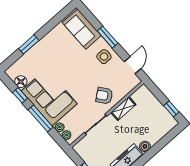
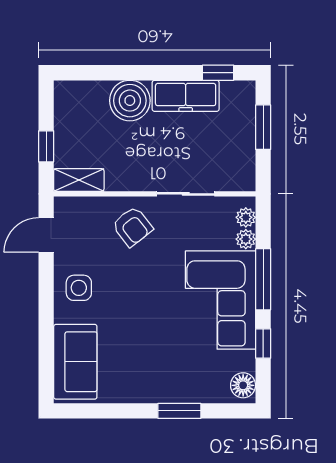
window: (108, 37) -> (46, 313), removed
floor lamp: (21, 82) -> (243, 385), moved
shelving: (123, 109) -> (79, 180), moved
window: (171, 109) -> (46, 146), moved
boiler: (145, 146) -> (130, 101), width x1.86, depth x1.86

